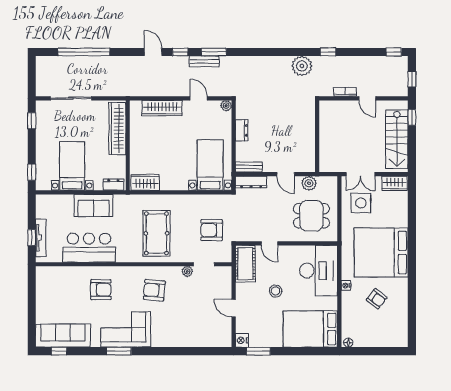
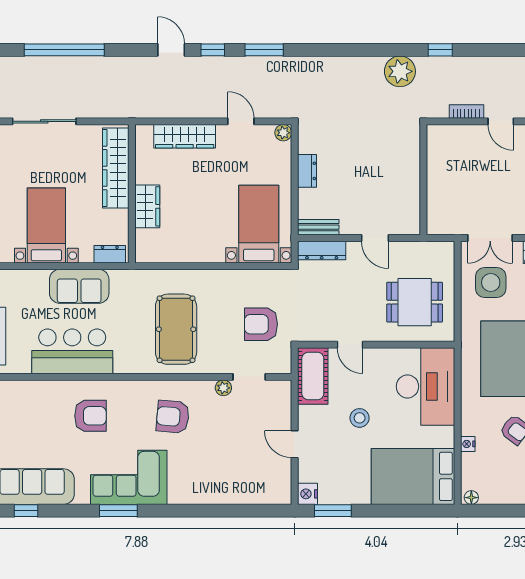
bench: (204, 61) -> (250, 65), removed
wardrobe: (145, 182) -> (147, 206), moved, turned 90
plant: (309, 183) -> (411, 252), removed
nightstand: (346, 286) -> (468, 444), moved

